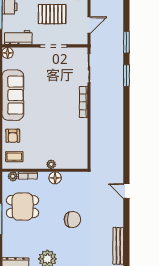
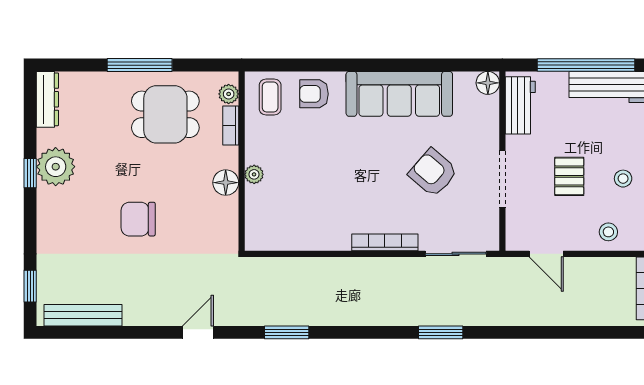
pallet: (52, 14) -> (569, 176), width x0.67, depth x0.71
window: (126, 42) -> (287, 332), moved
armchair: (50, 79) -> (433, 173), added
dining table: (23, 207) -> (165, 114), turned 90
chair: (72, 220) -> (138, 219), turned 90

